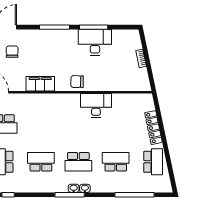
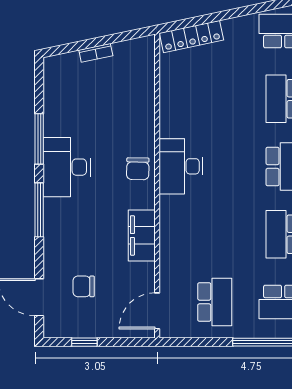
desk: (95, 42) -> (67, 167), moved
desk: (96, 105) -> (181, 166), moved
locker: (153, 128) -> (192, 37), moved

